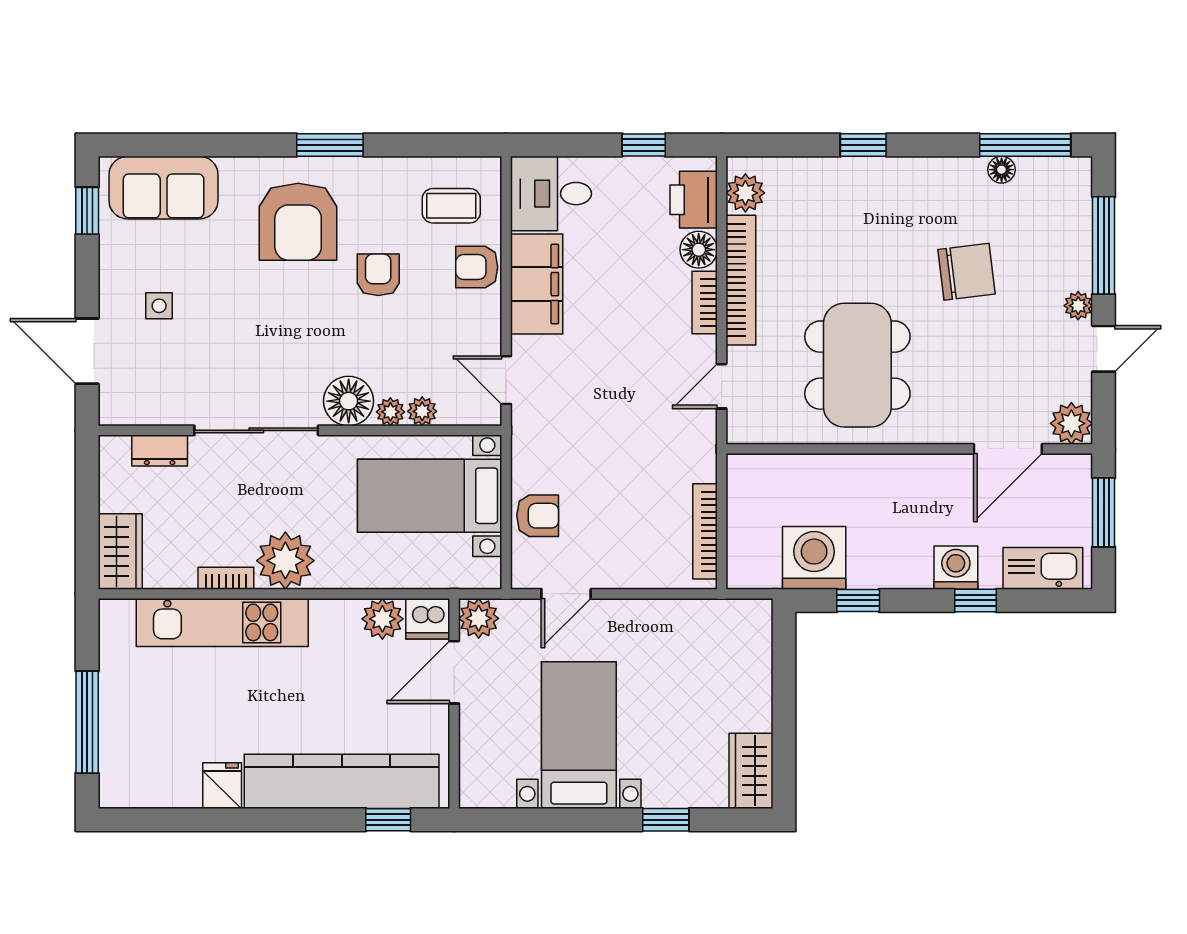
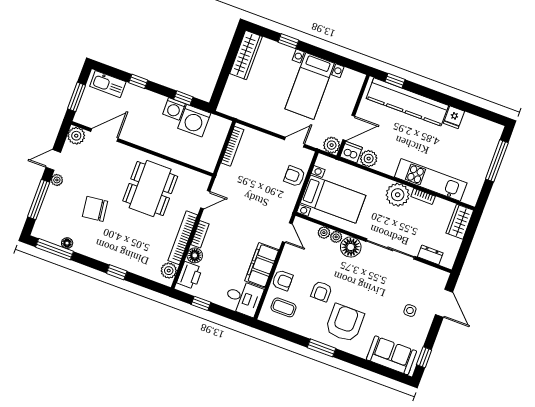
washing machine: (956, 568) -> (174, 109), moved
wardrobe: (751, 771) -> (246, 55), width x1.50

